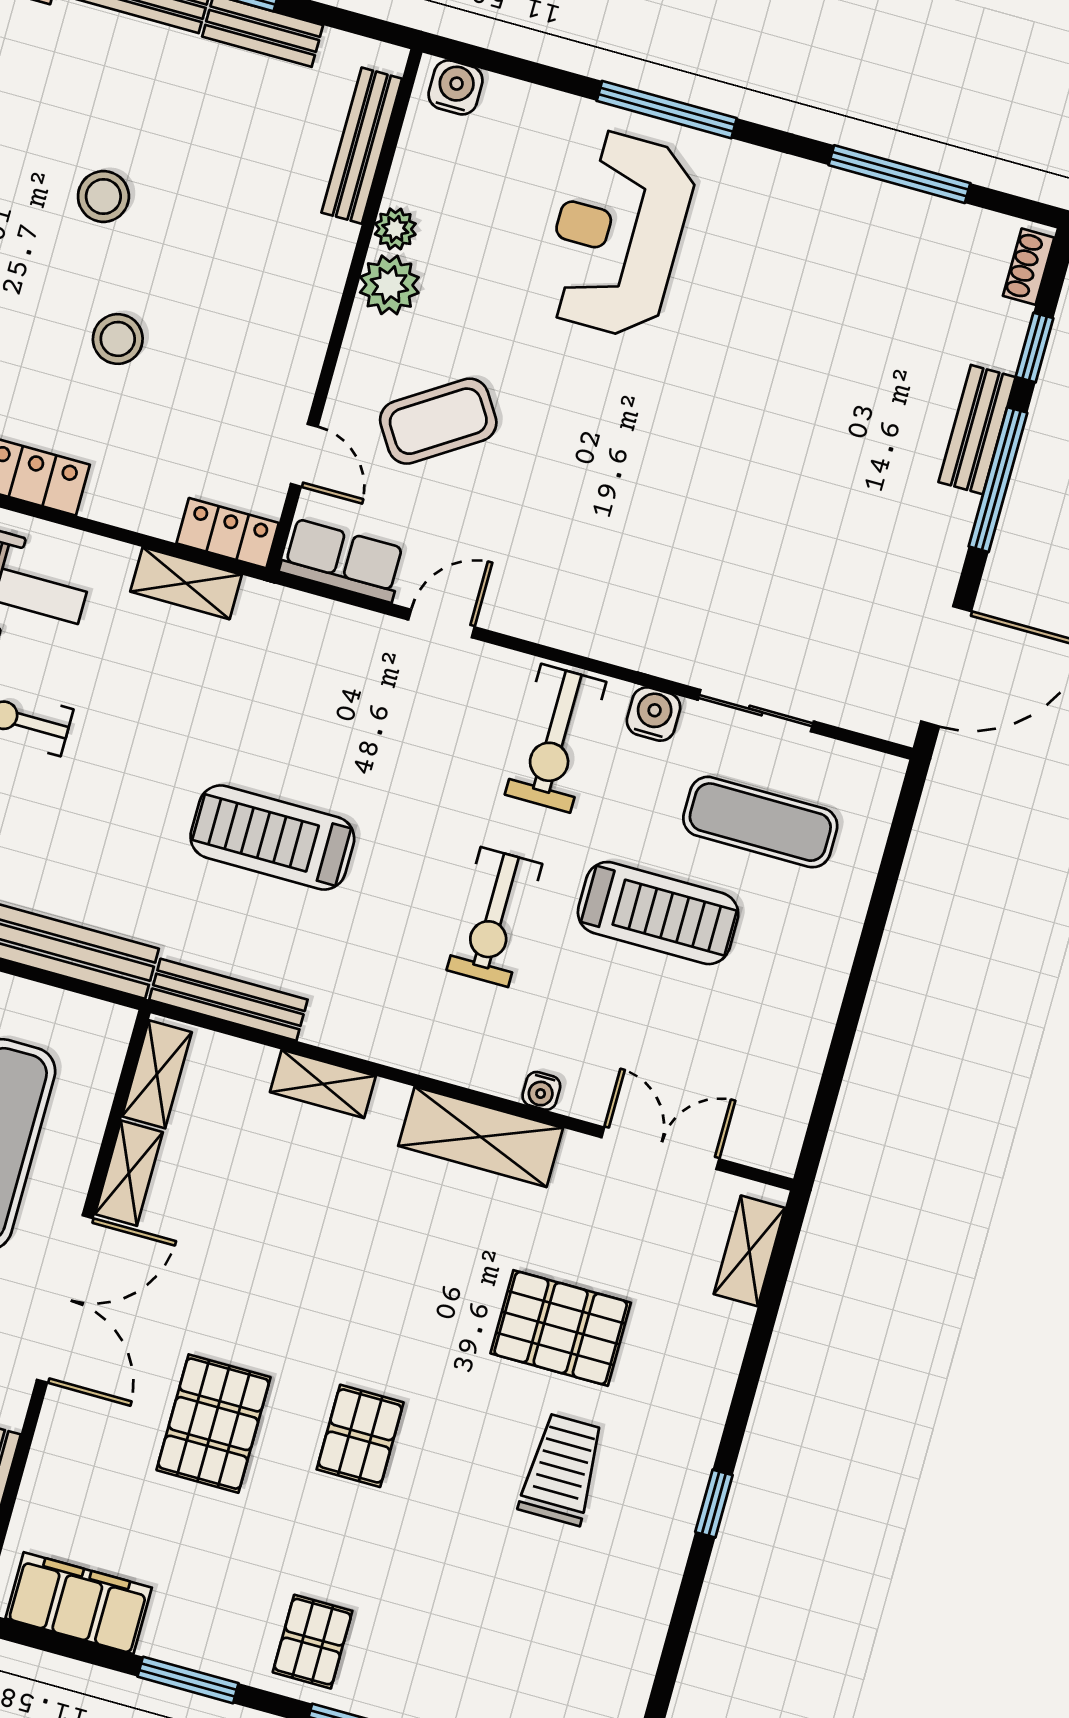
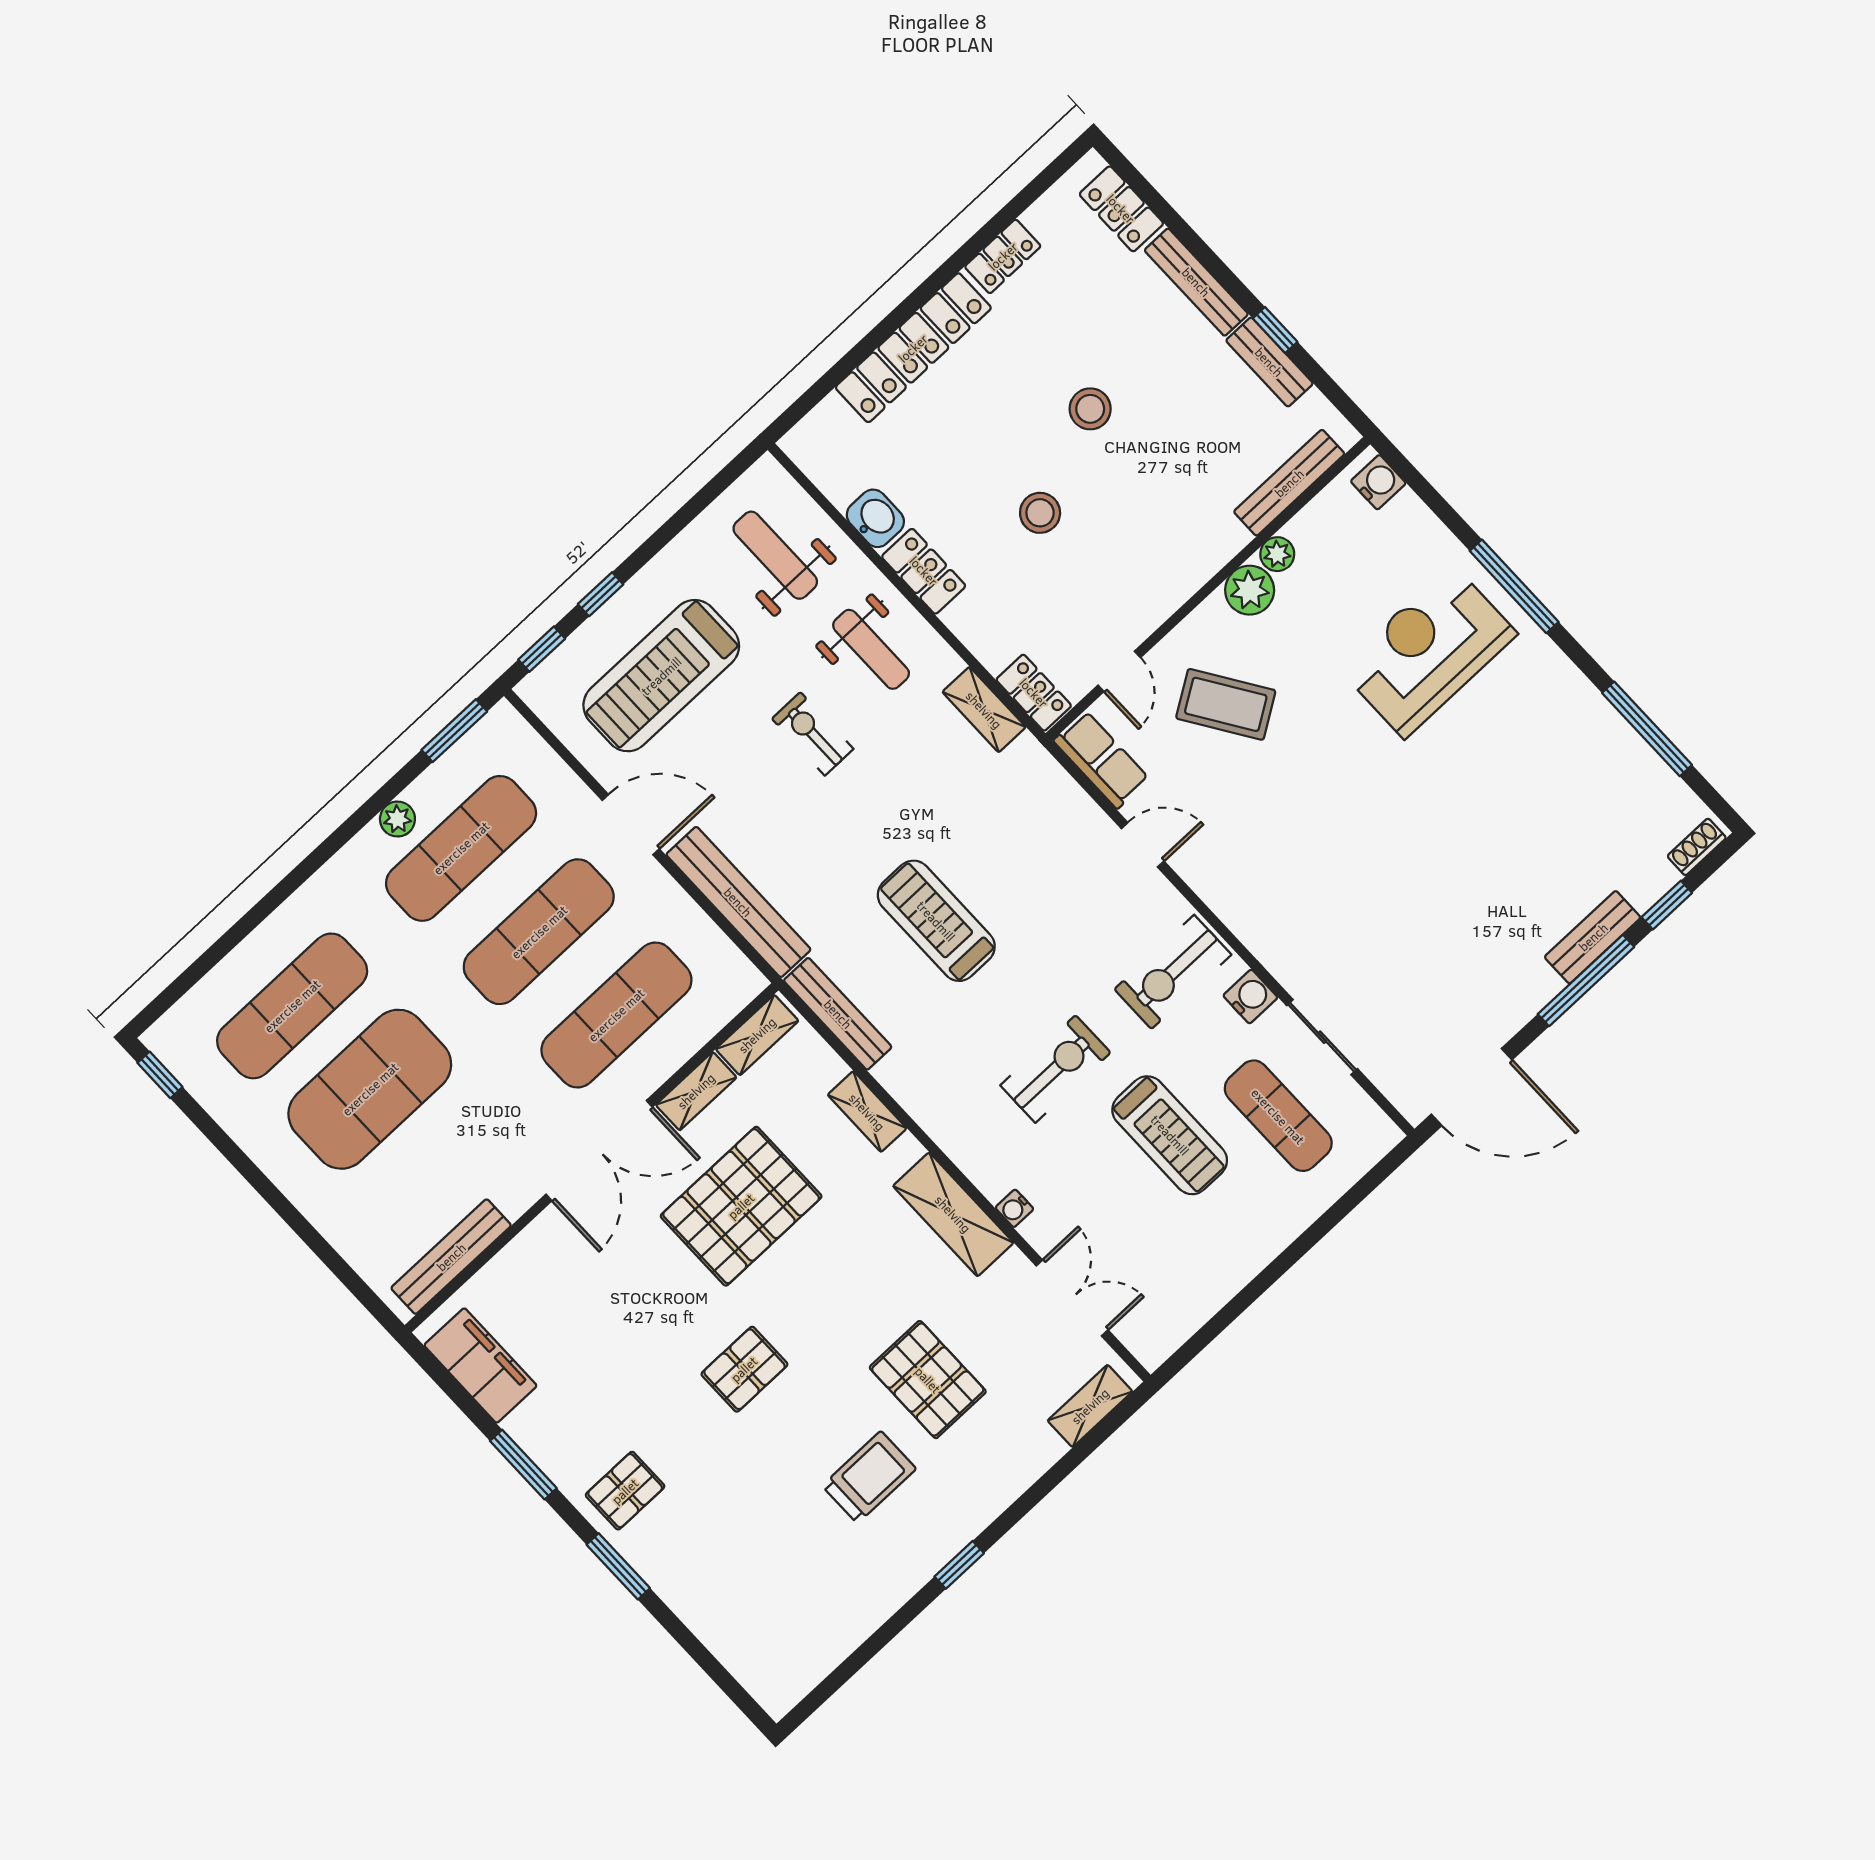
exercise bike: (494, 917) -> (1055, 1069), turned 180
pallet: (213, 1424) -> (741, 1206), moved, width x1.37, depth x1.41

